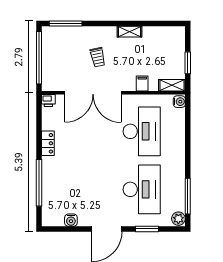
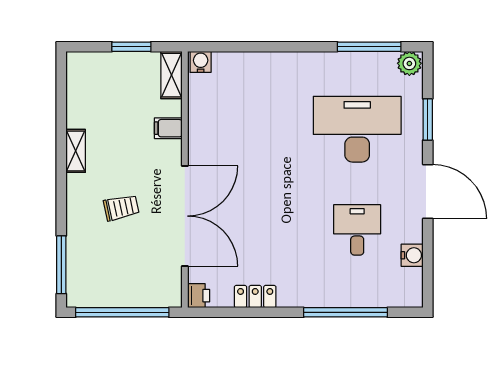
desk: (142, 131) -> (357, 230), moved, width x0.53, depth x0.77
locker: (48, 143) -> (255, 297), moved

